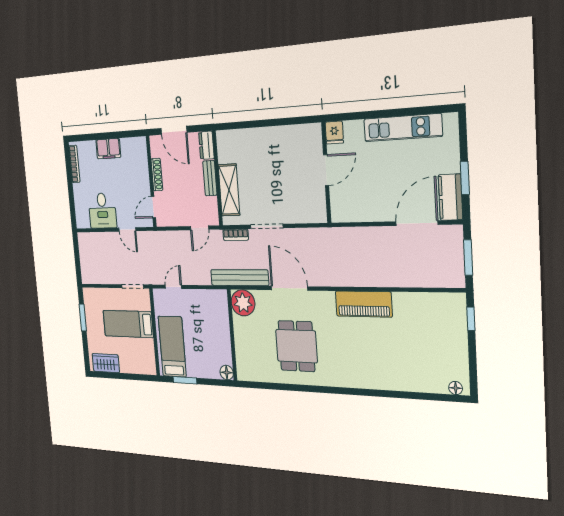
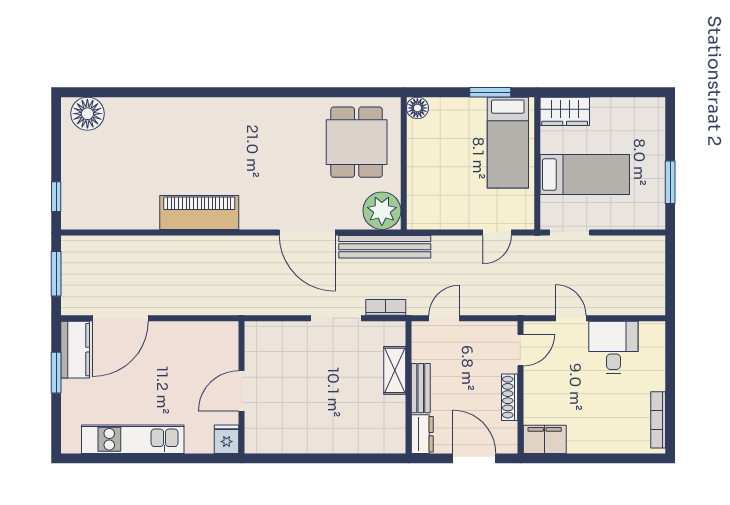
filing cabinet: (108, 149) -> (545, 439), moved
shelving: (229, 190) -> (395, 370), width x0.67, depth x0.75
dining table: (296, 346) -> (357, 142), moved
wardrobe: (106, 363) -> (565, 111), moved
floor lamp: (456, 388) -> (87, 114), width x1.89, depth x1.89

